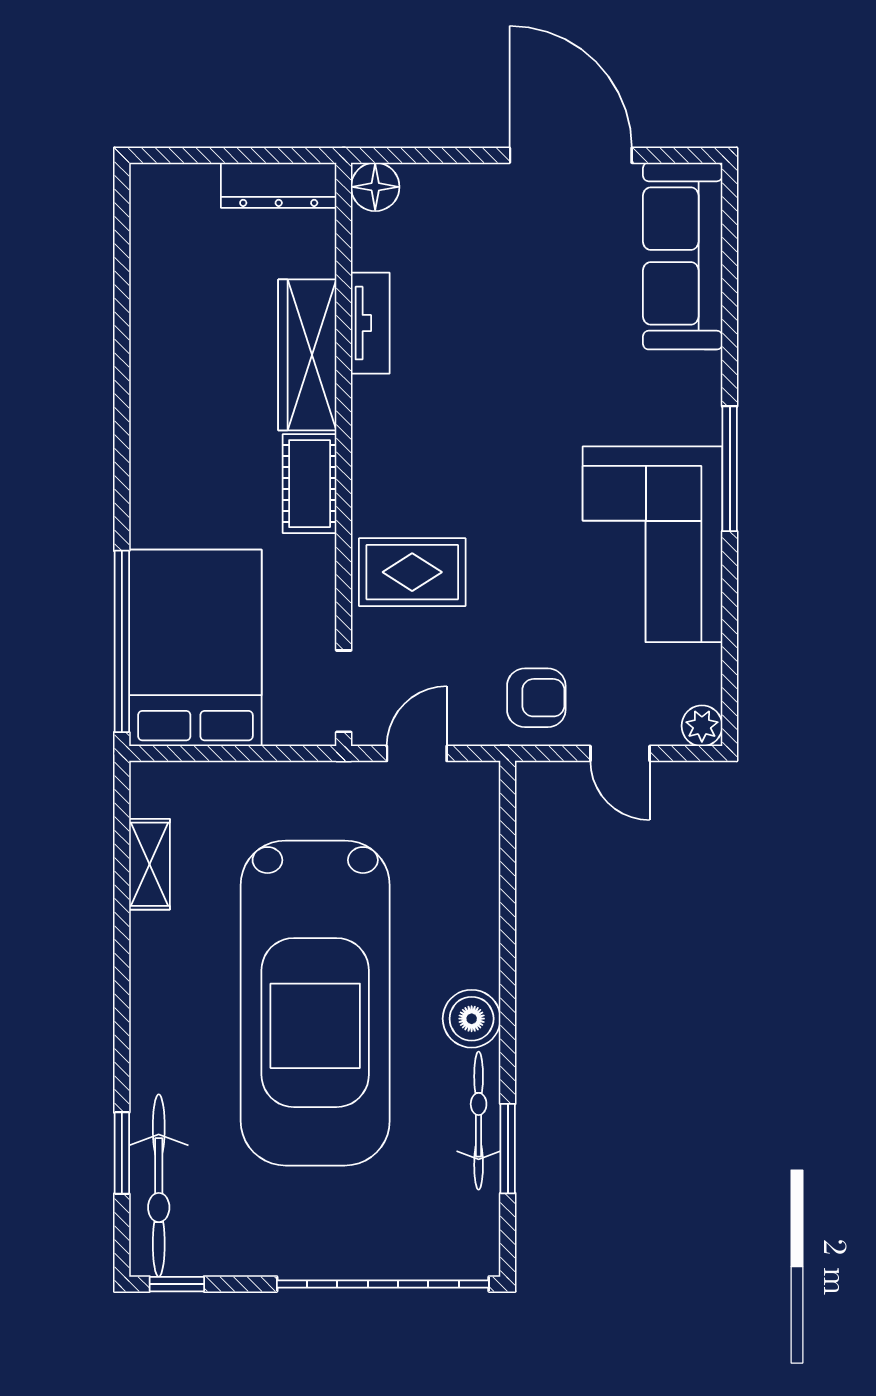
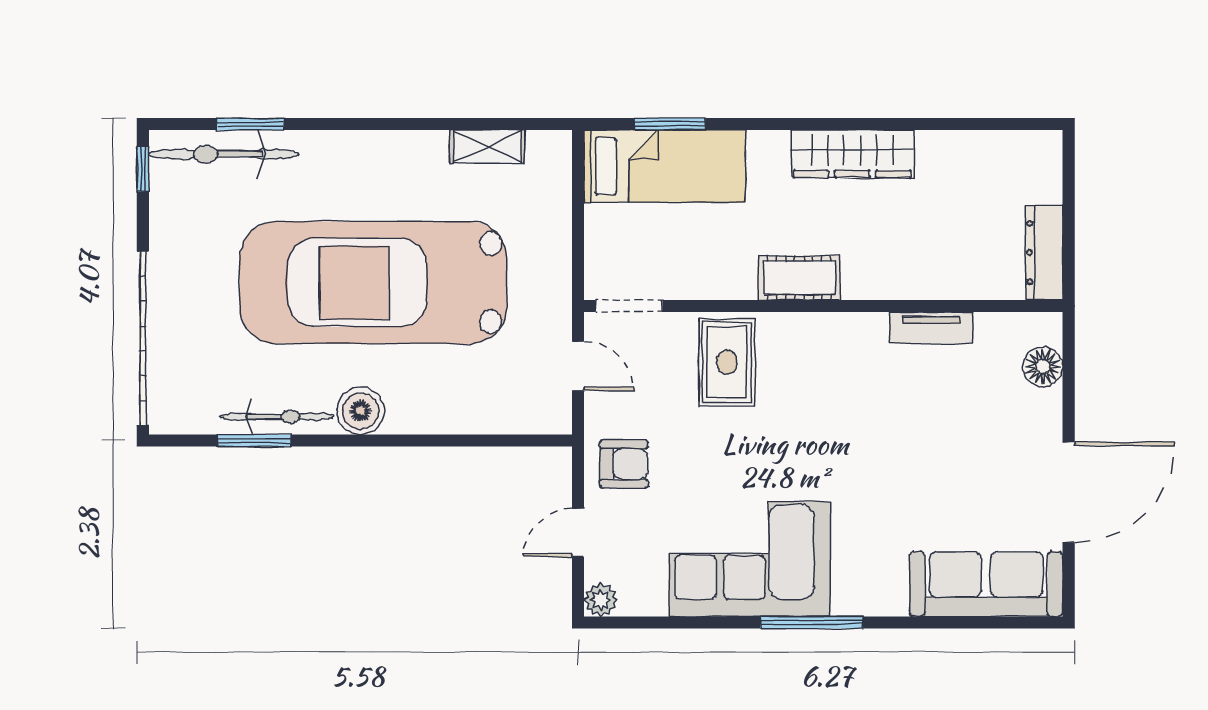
floor lamp: (375, 187) -> (1043, 367), moved
wardrobe: (307, 355) -> (852, 154), moved, turned 180
window: (122, 641) -> (670, 124), width x0.47
bed: (195, 648) -> (665, 166), width x0.67
armchair: (536, 698) -> (624, 464), turned -90

